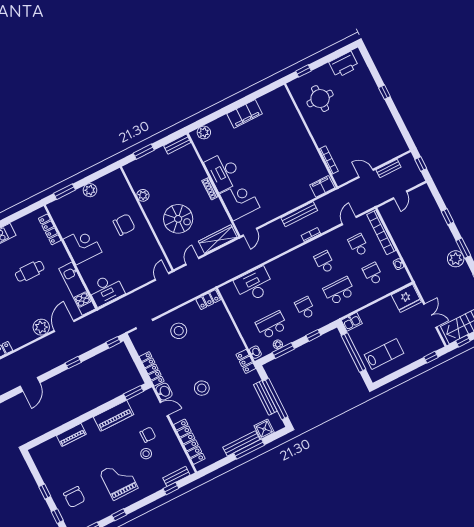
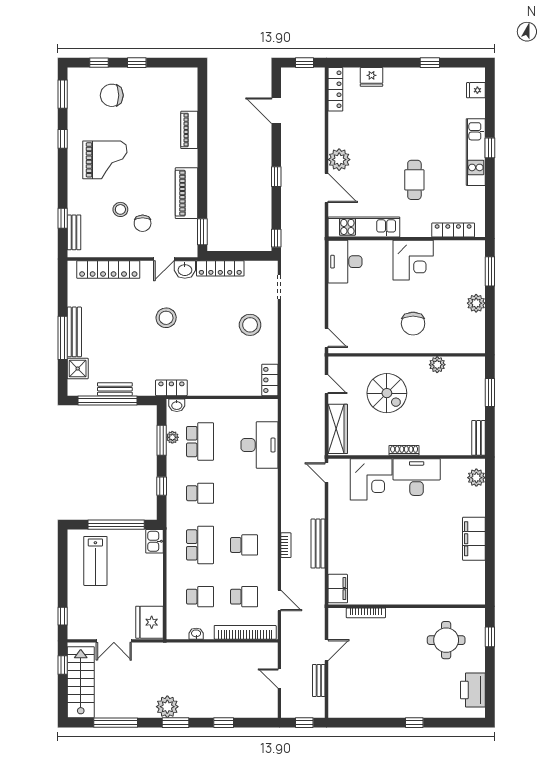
spiral stairs: (178, 219) -> (387, 393), turned -90
bench: (265, 398) -> (115, 389), width x0.73

